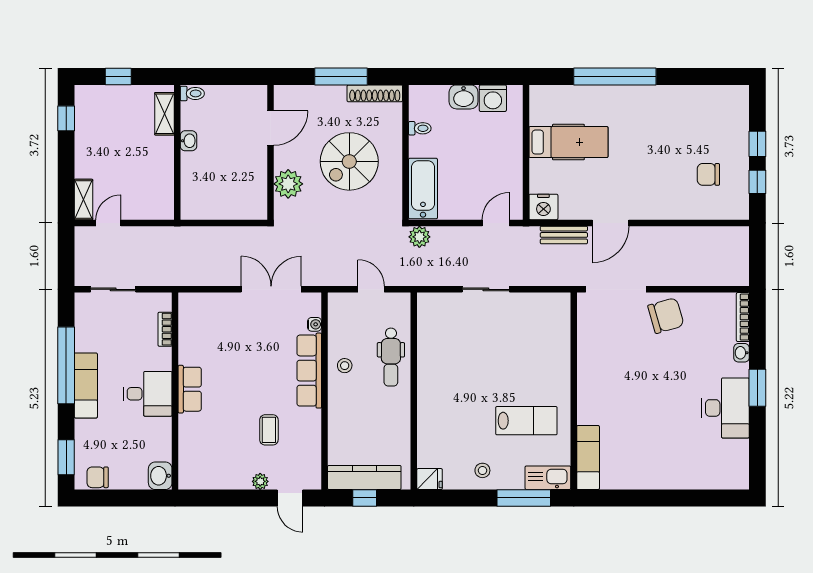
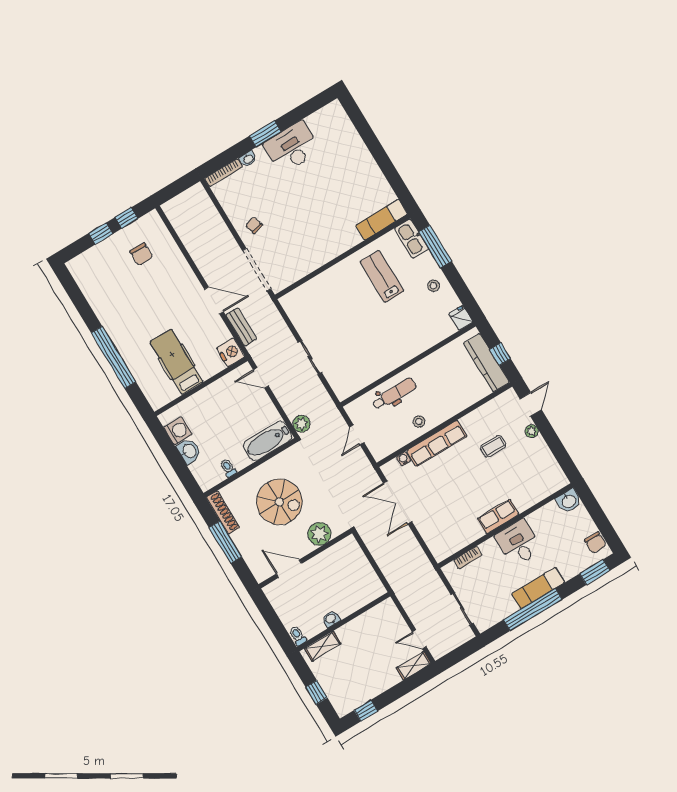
chair: (666, 316) -> (254, 225), width x0.54, depth x0.54

